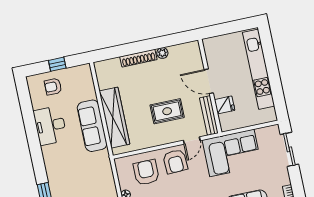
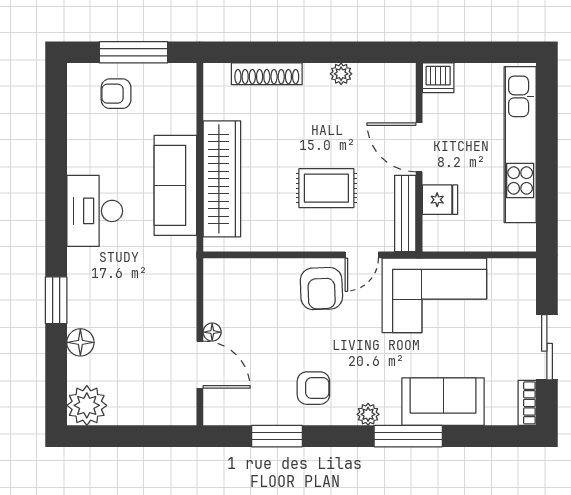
dishwasher: (211, 45) -> (438, 78), added
shoe rack: (138, 58) -> (267, 74), moved
window: (57, 64) -> (134, 52), width x2.17
desk: (50, 126) -> (95, 211), moved
sliding door: (289, 149) -> (547, 347), moved
armchair: (146, 172) -> (261, 298), removed

